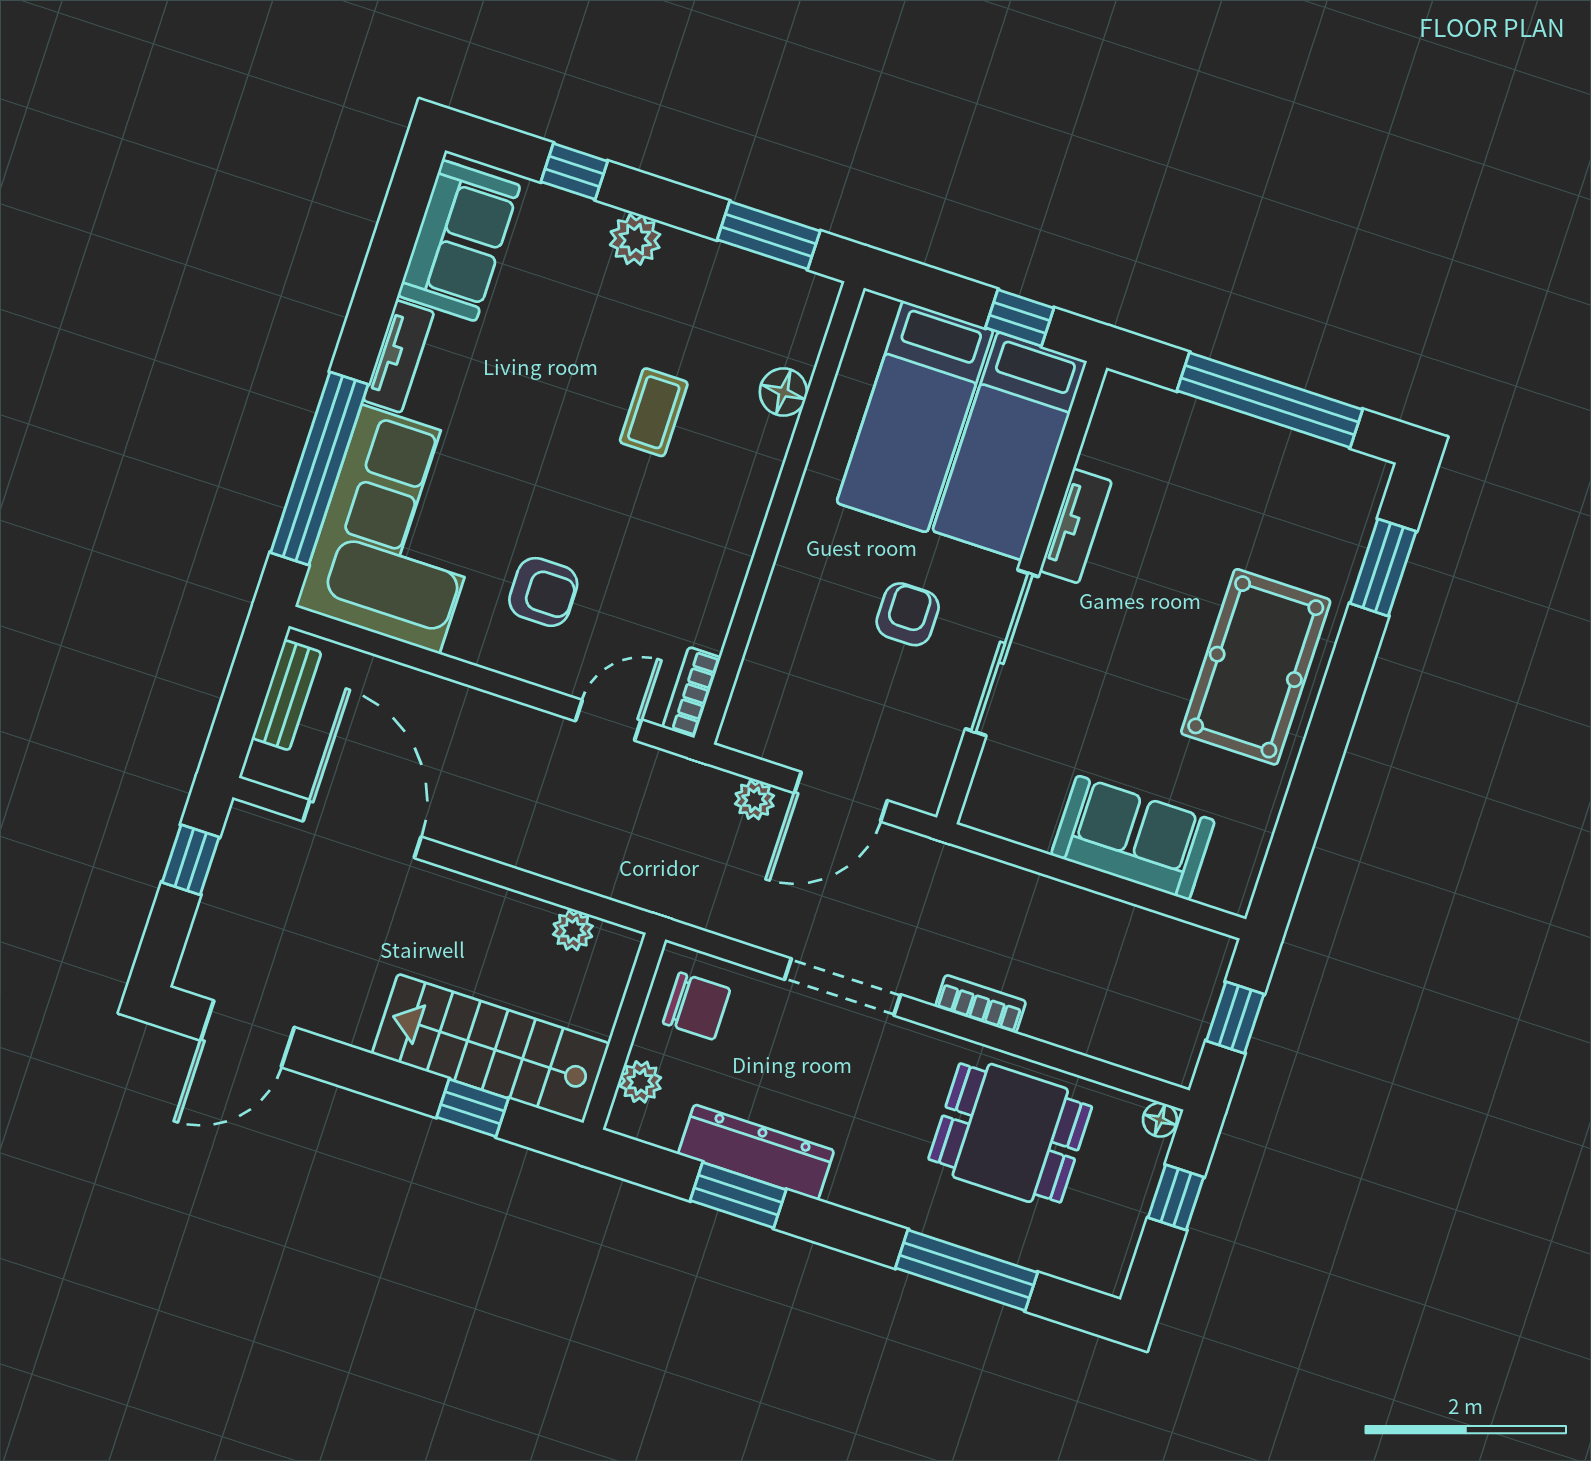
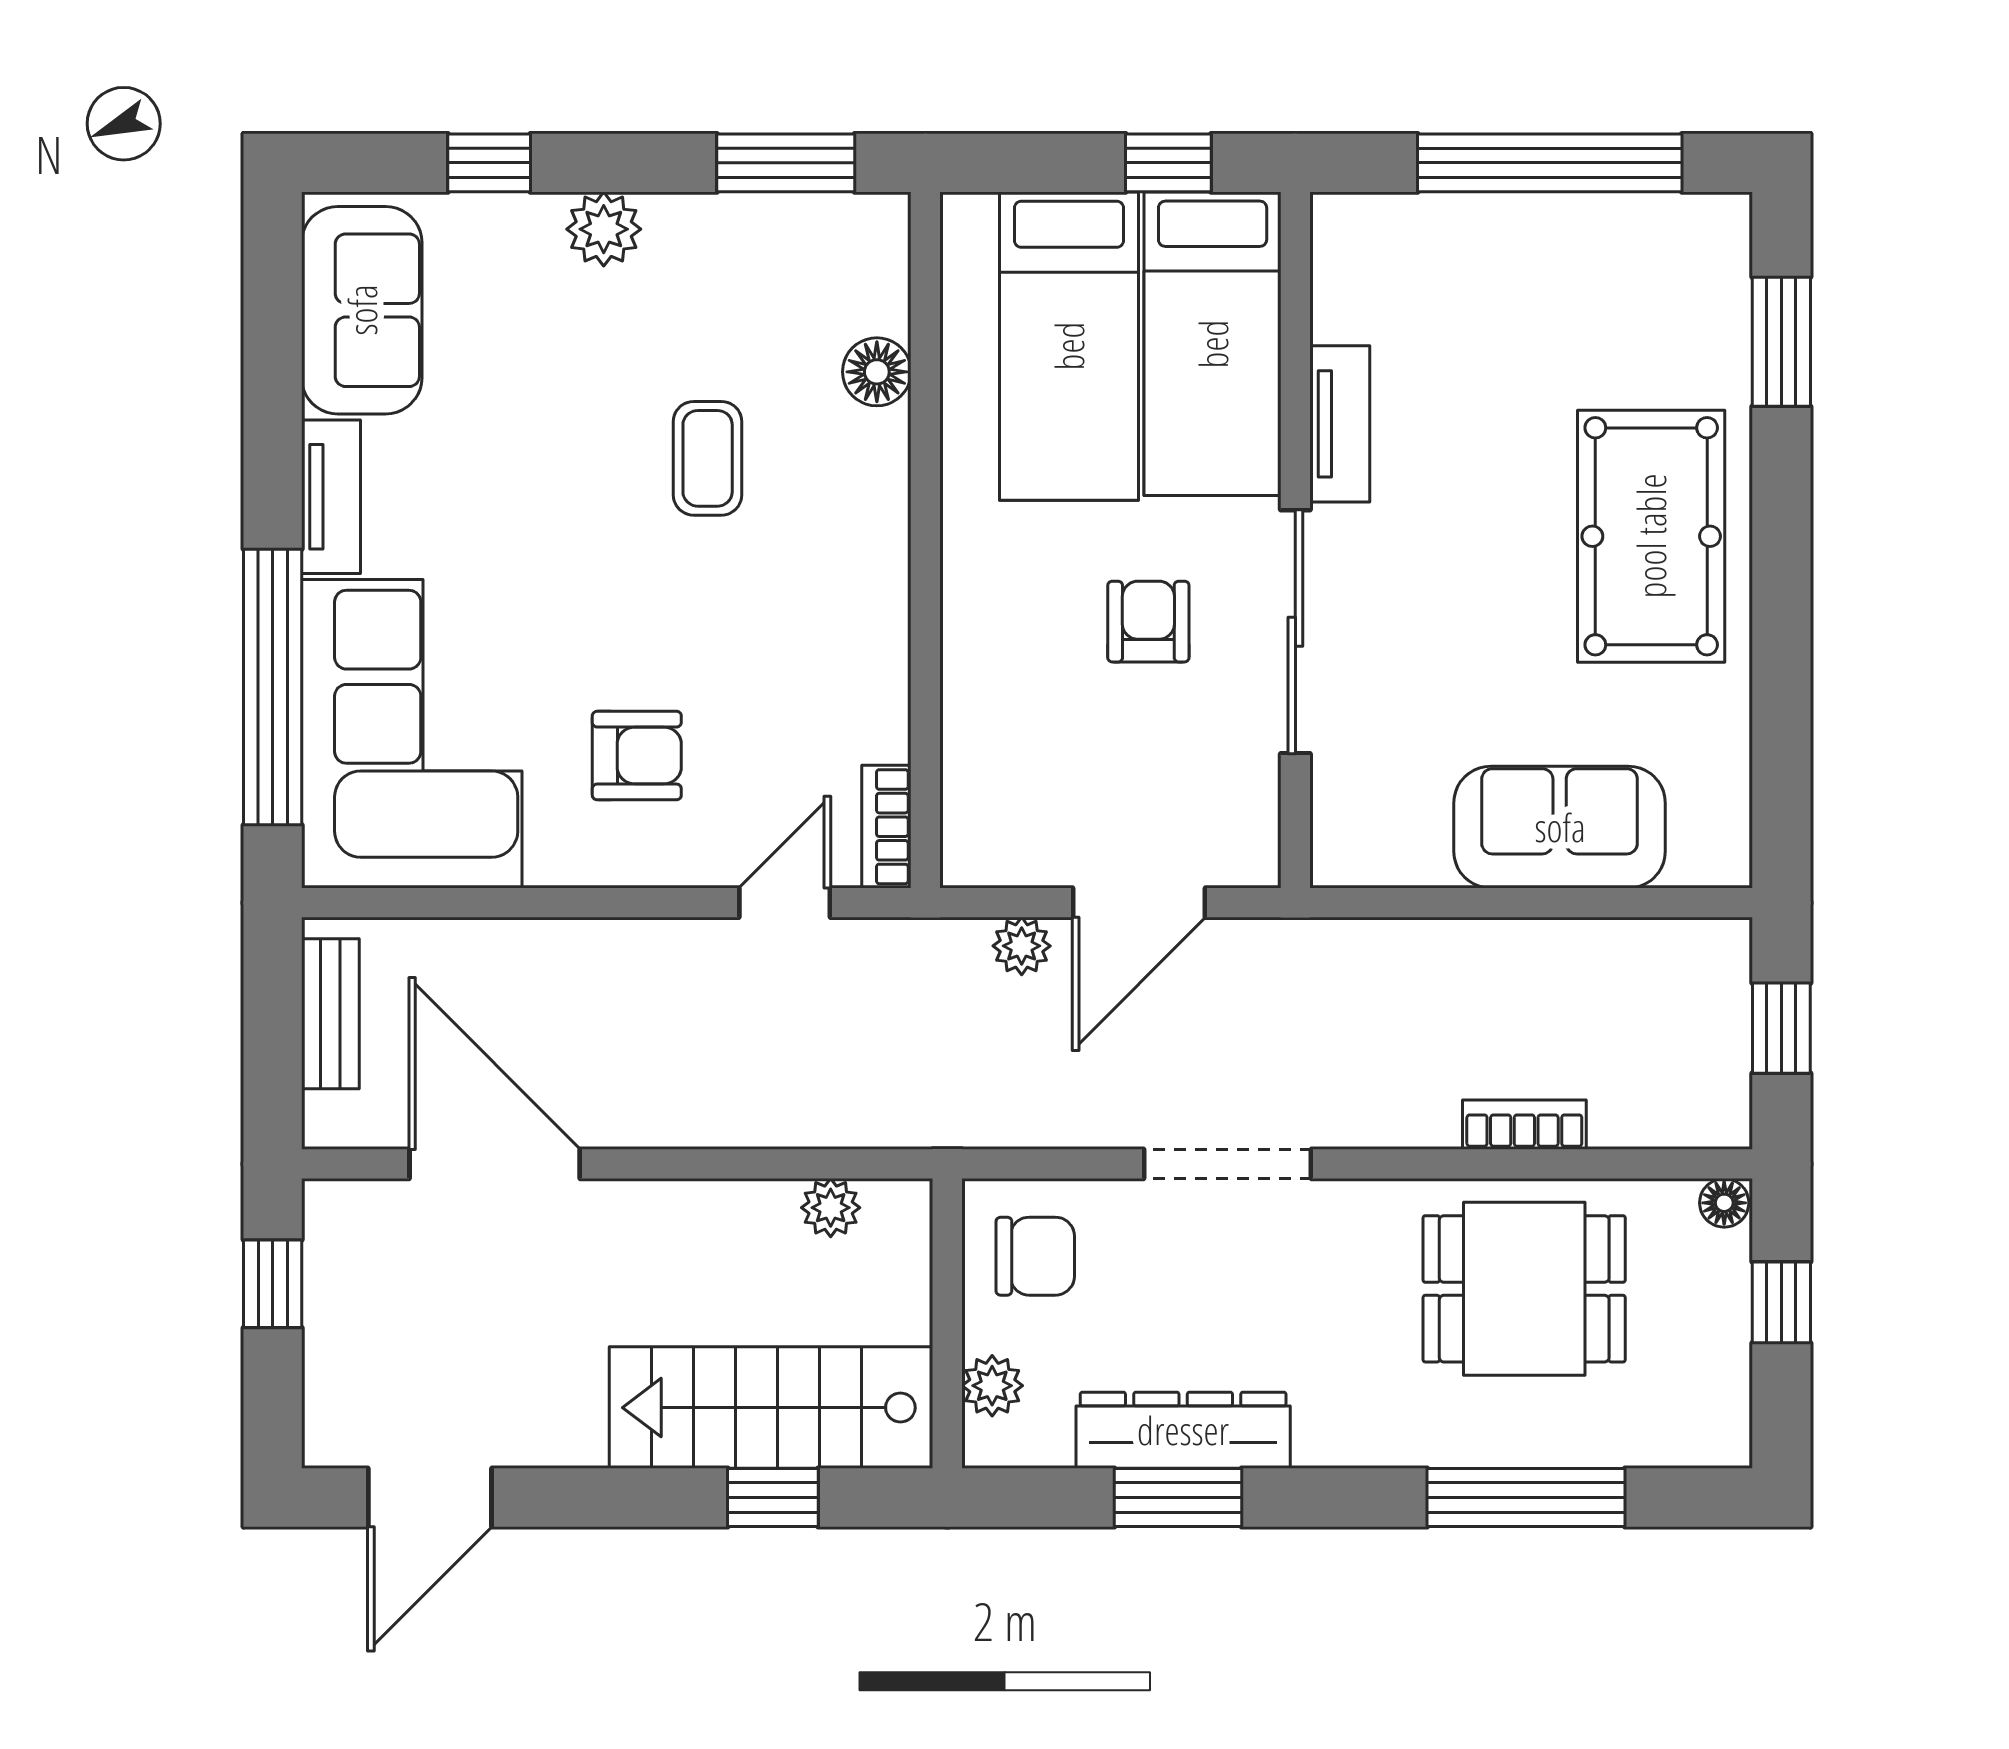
bookcase: (981, 1004) -> (1524, 1125), moved

